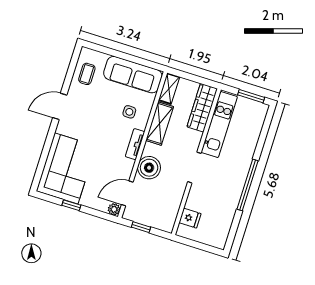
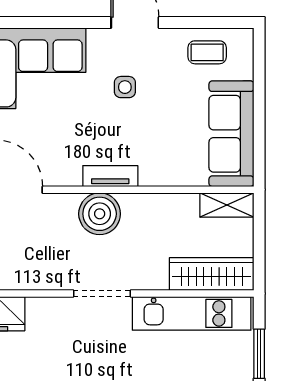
side table: (129, 112) -> (125, 87), moved
shelving: (160, 124) -> (160, 208), removed
boiler: (149, 168) -> (100, 214), moved

